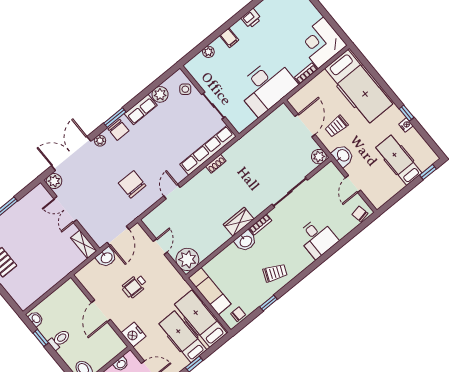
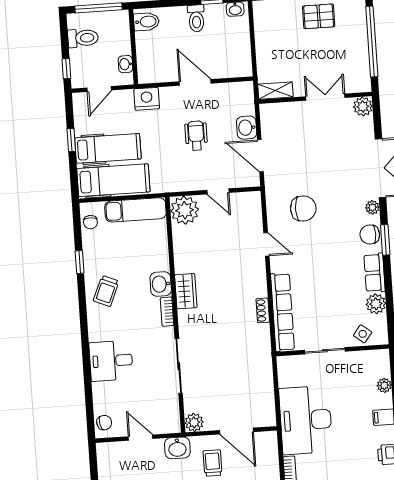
plant: (54, 181) -> (363, 107), moved
double door: (65, 209) -> (325, 97), moved
wall: (70, 215) -> (315, 98), moved
shelving: (84, 244) -> (275, 91), moved

